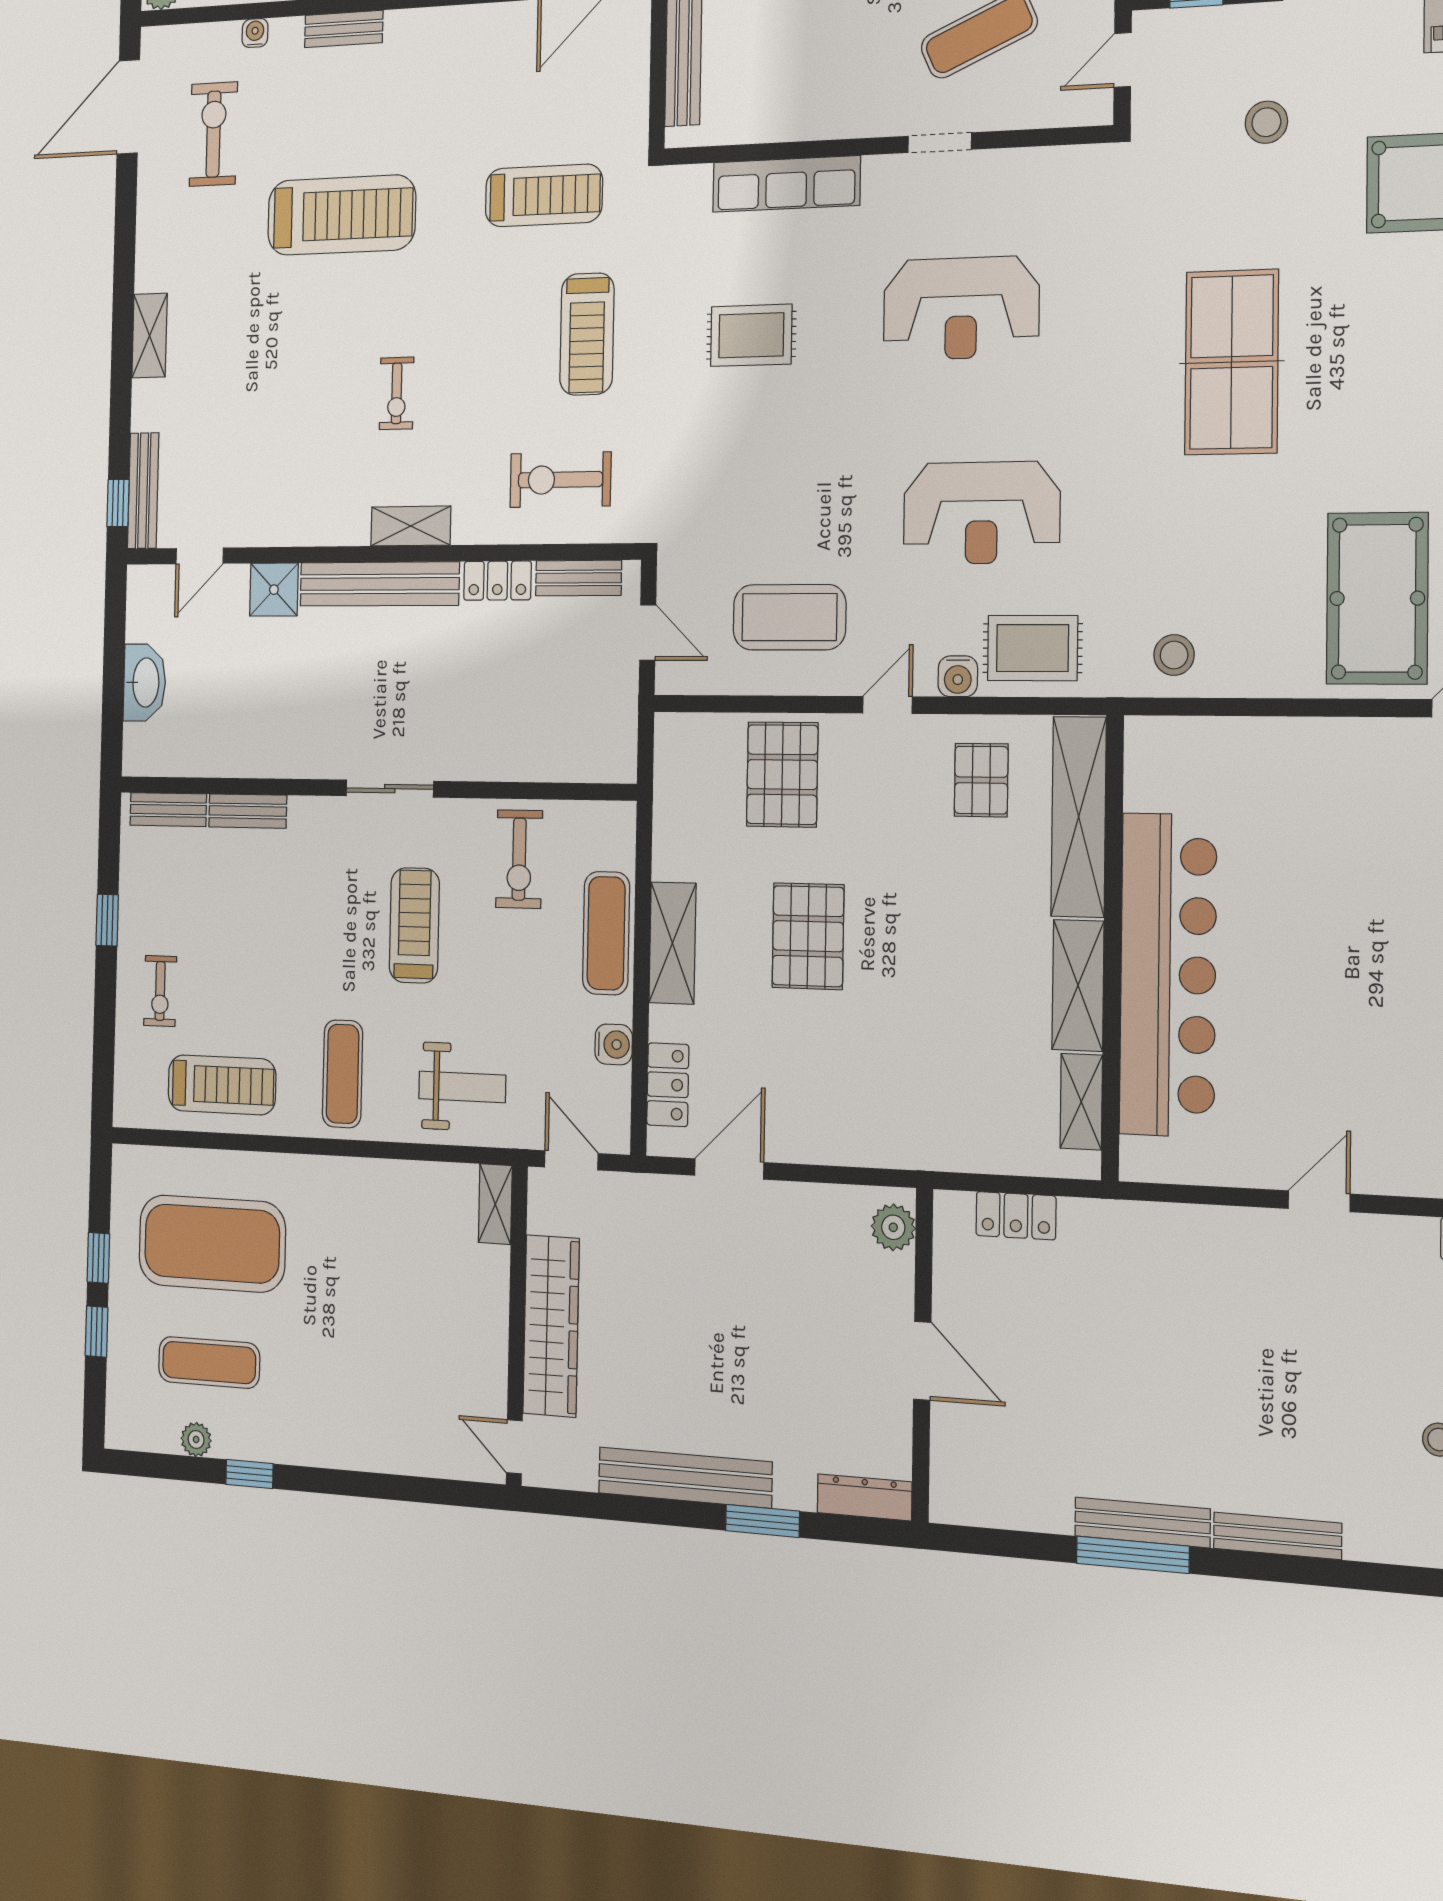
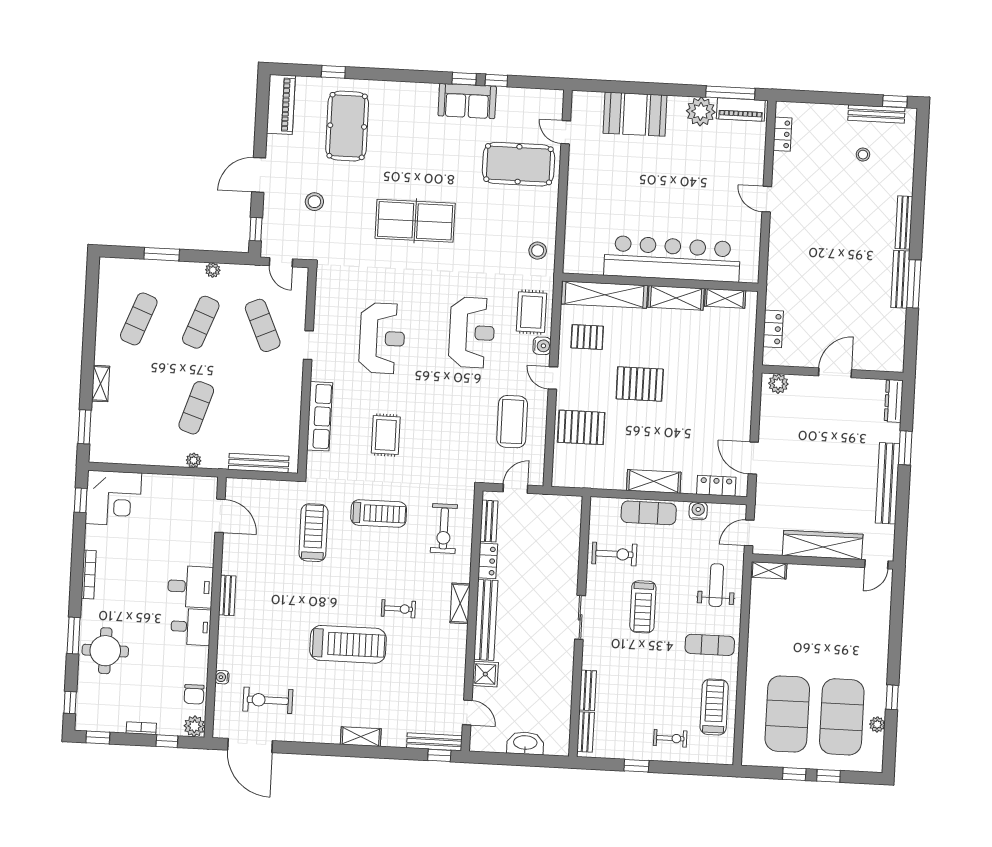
bench: (344, 29) -> (227, 595), moved
treadmill: (341, 215) -> (348, 644), moved, turned 90
treadmill: (414, 925) -> (643, 607), turned -90
pallet: (808, 936) -> (640, 384), moved
exercise mat: (209, 1362) -> (842, 717), width x2.00, depth x1.45

